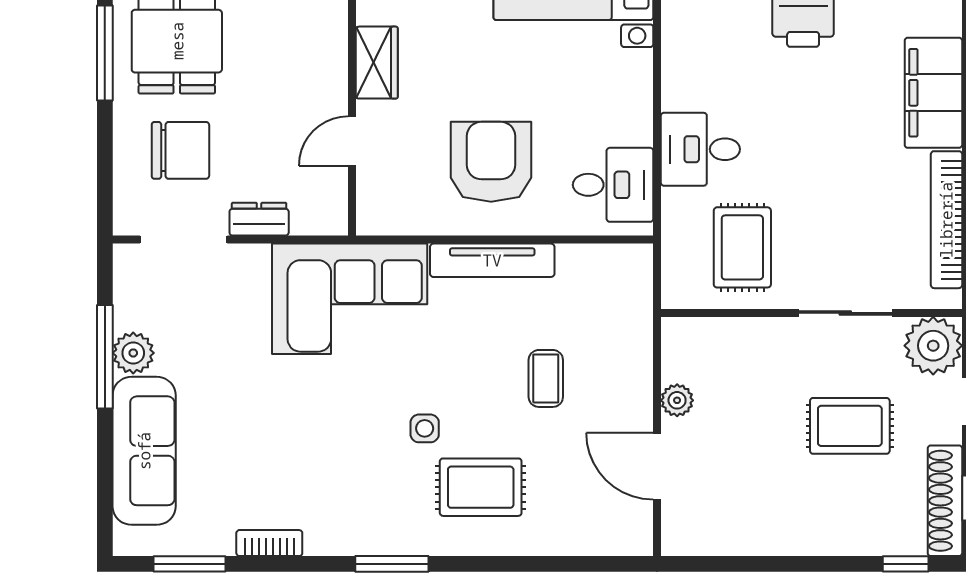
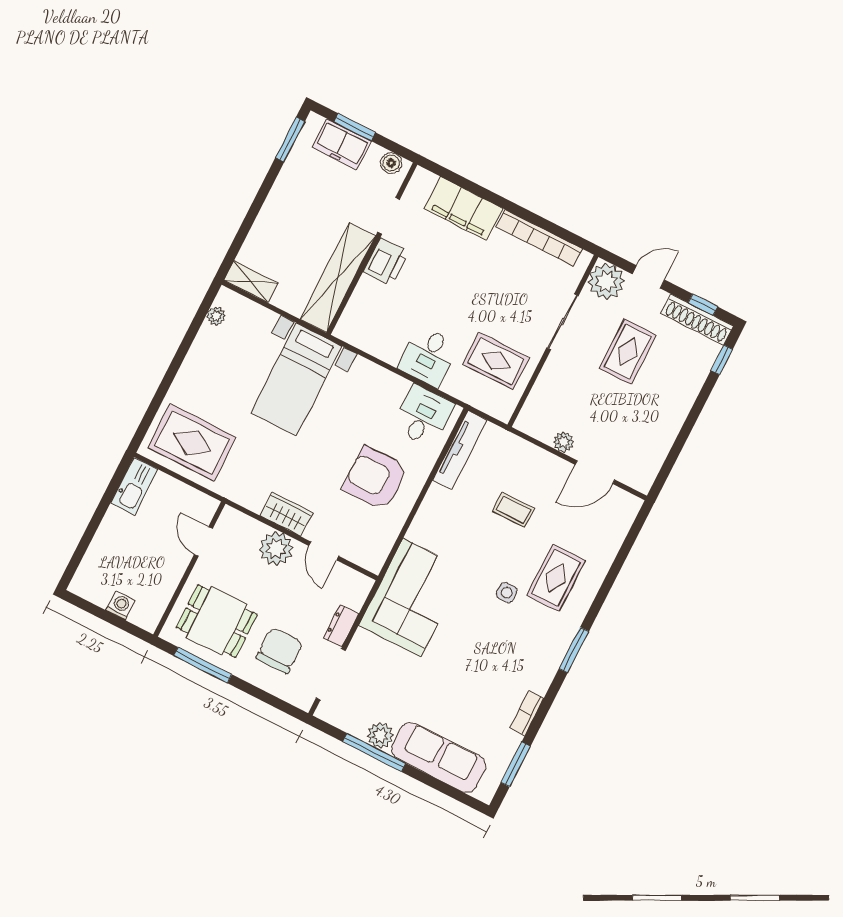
plant: (321, 73) -> (276, 549), added
tv unit: (492, 260) -> (460, 450), moved

